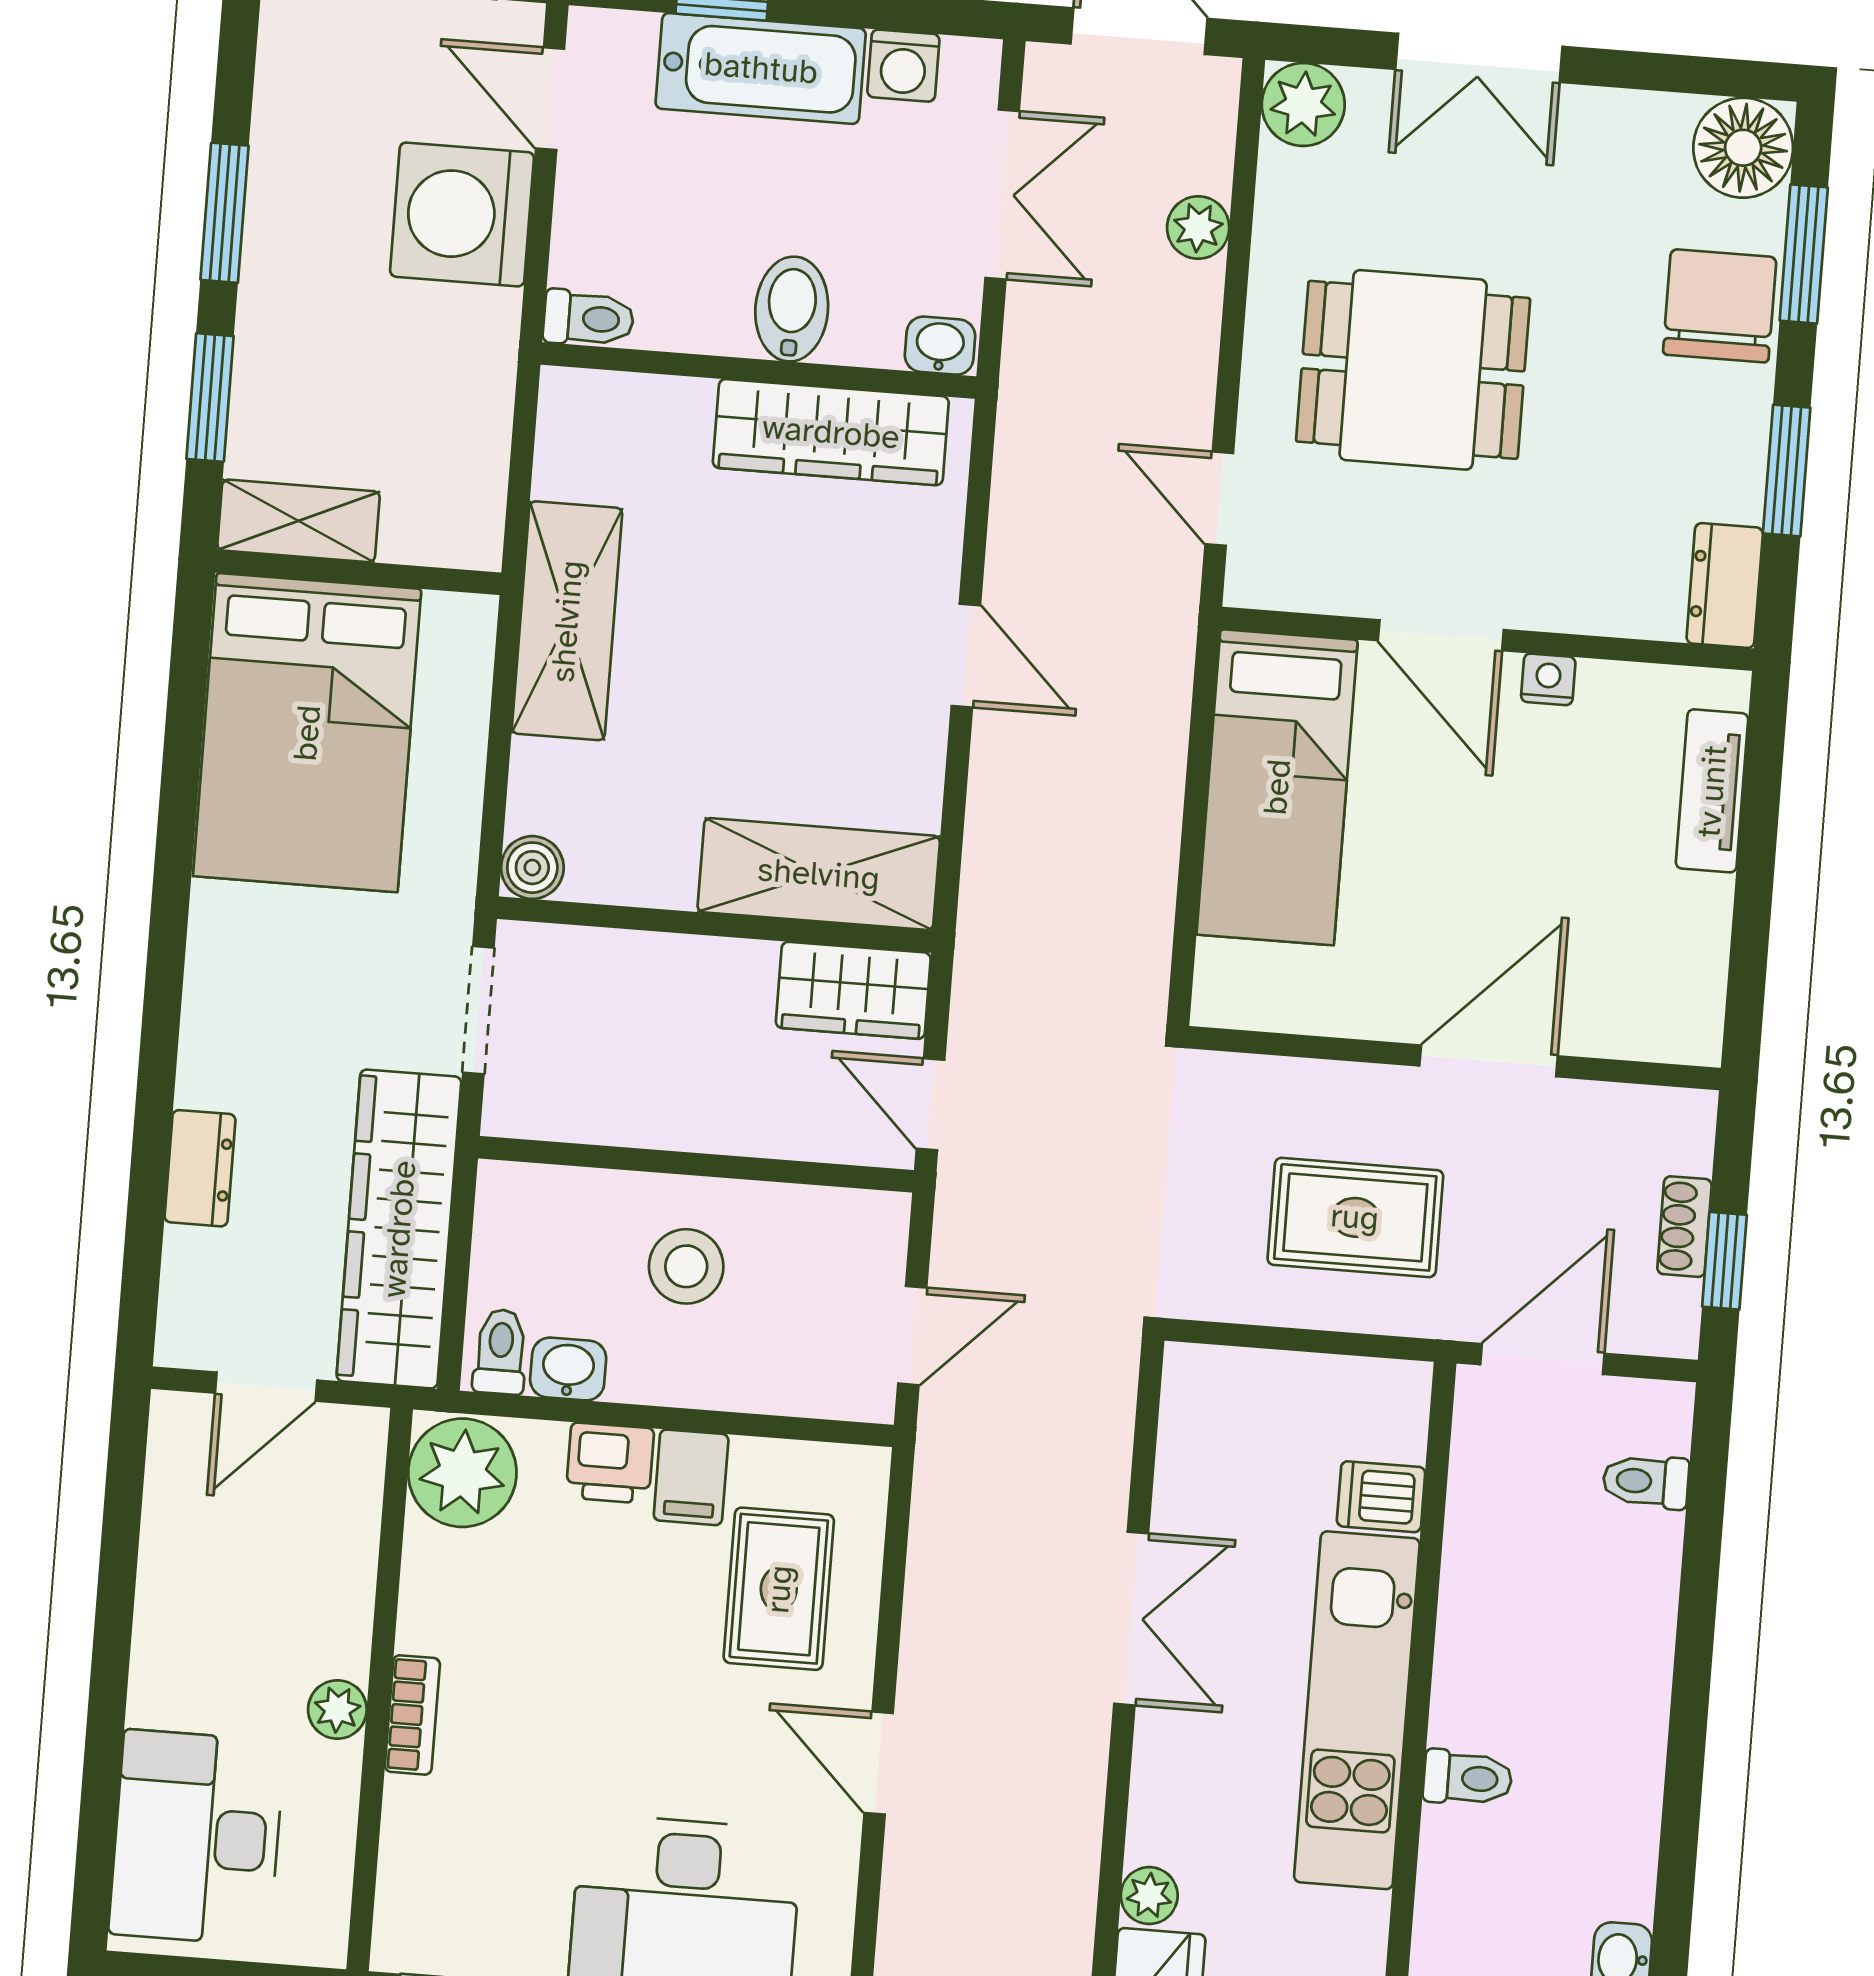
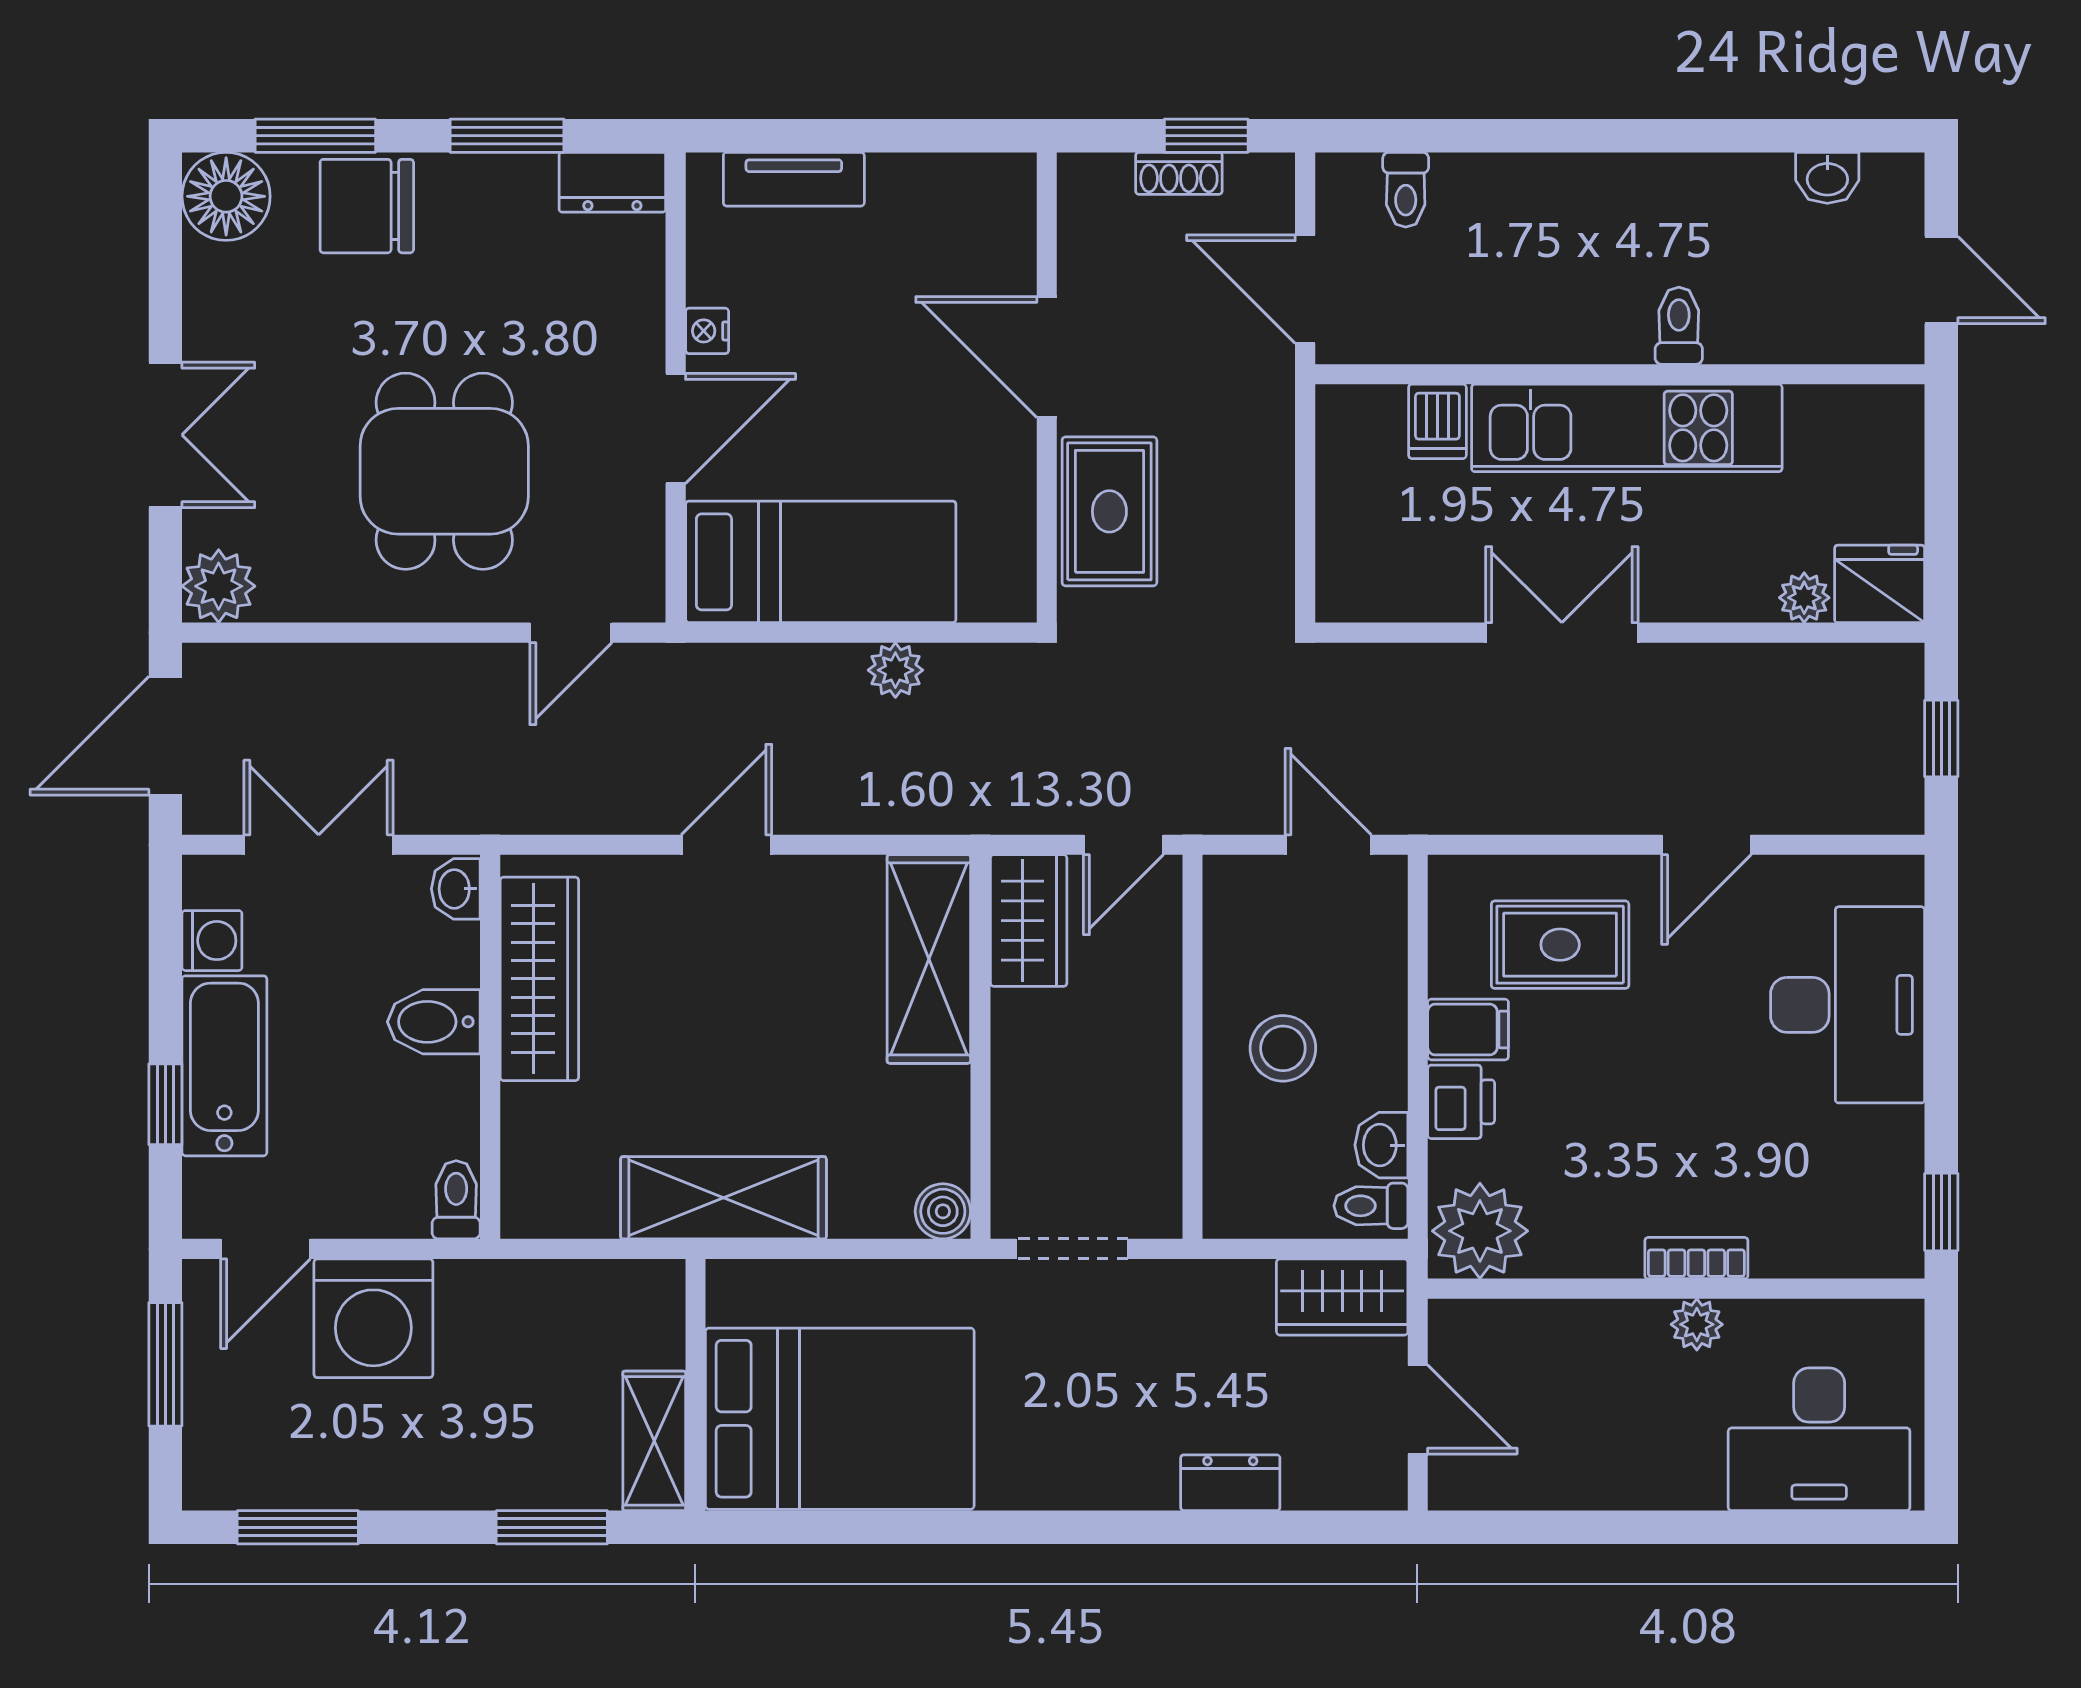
window: (225, 213) -> (298, 1527), moved
plant: (1198, 228) -> (895, 670), moved
rug: (1355, 1217) -> (1109, 511), moved
wardrobe: (399, 1229) -> (1342, 1297), width x0.48, depth x0.85

